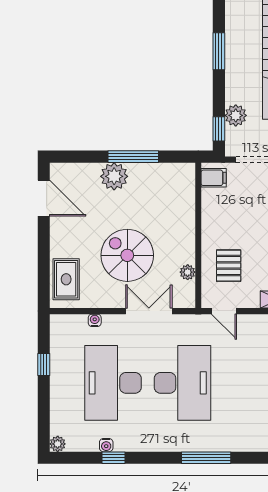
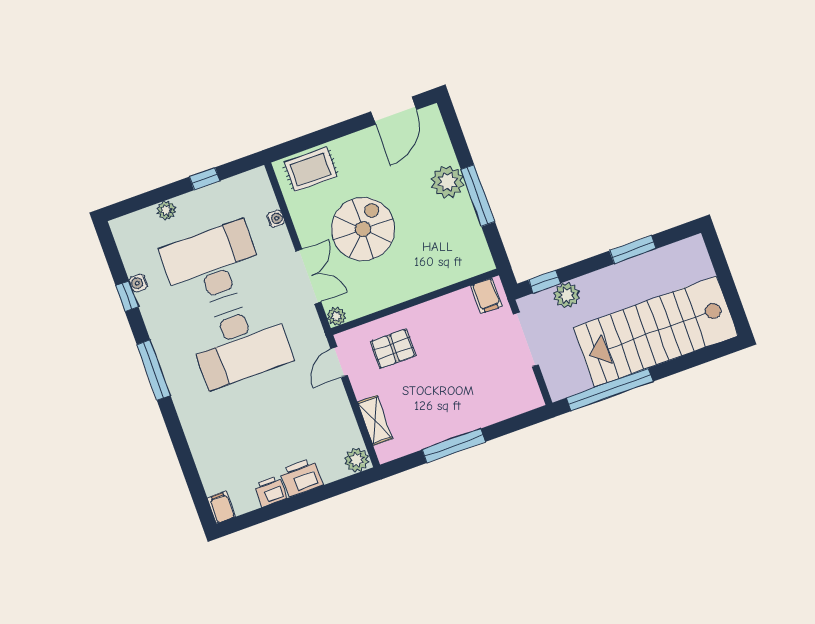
plant: (188, 272) -> (336, 316), moved
plant: (58, 444) -> (166, 210), moved
window: (206, 458) -> (154, 370), moved

